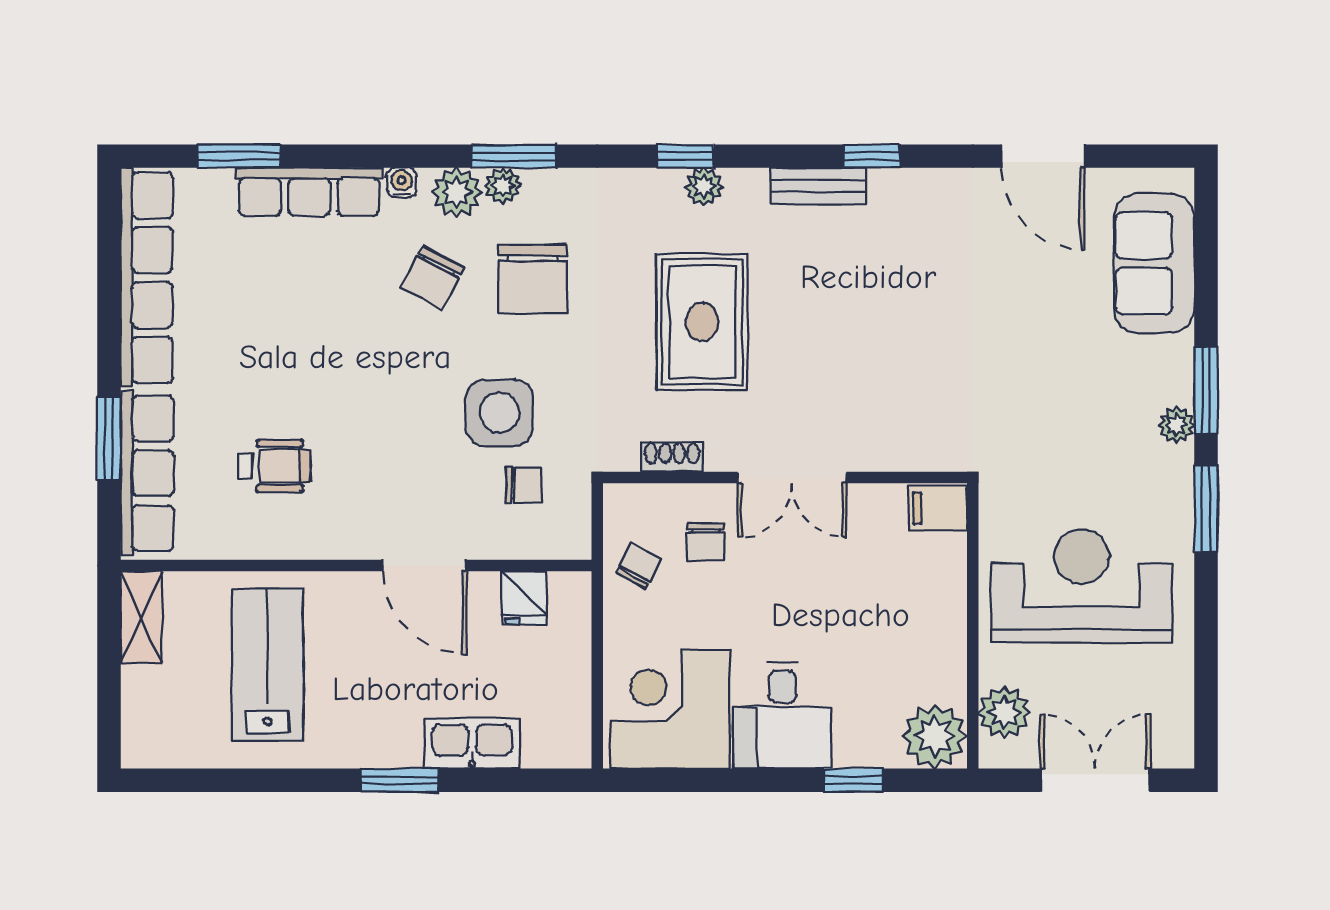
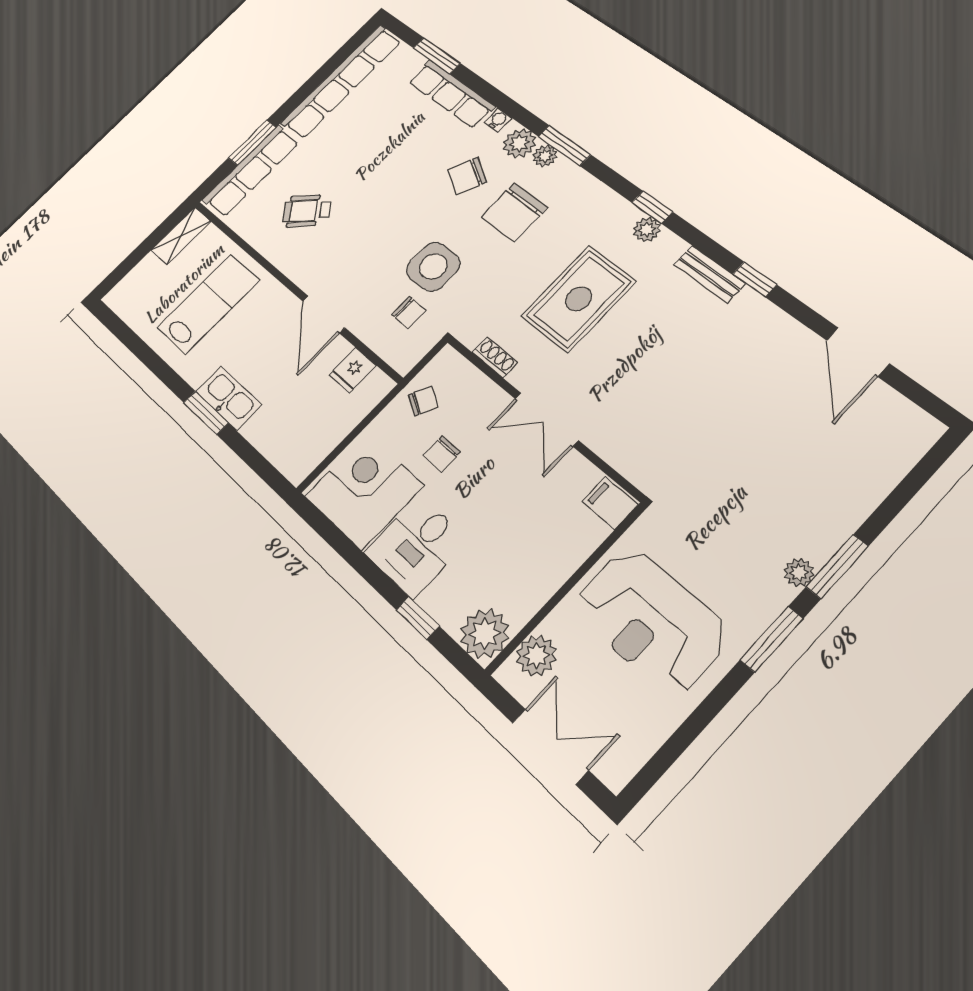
sofa: (1154, 263) -> (872, 465), removed
wheelchair: (274, 466) -> (307, 211), turned 140
chair: (706, 542) -> (442, 454), moved
reception desk: (1082, 586) -> (651, 620), turned 180
kitchen sink: (472, 743) -> (229, 398), moved

